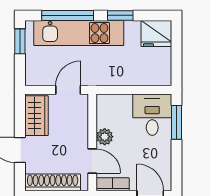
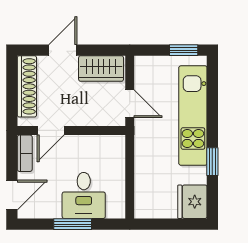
window: (68, 15) -> (212, 103), removed
desk: (152, 115) -> (84, 195), moved, turned 90
window: (176, 122) -> (73, 224), moved
plant: (105, 137) -> (78, 144), removed

